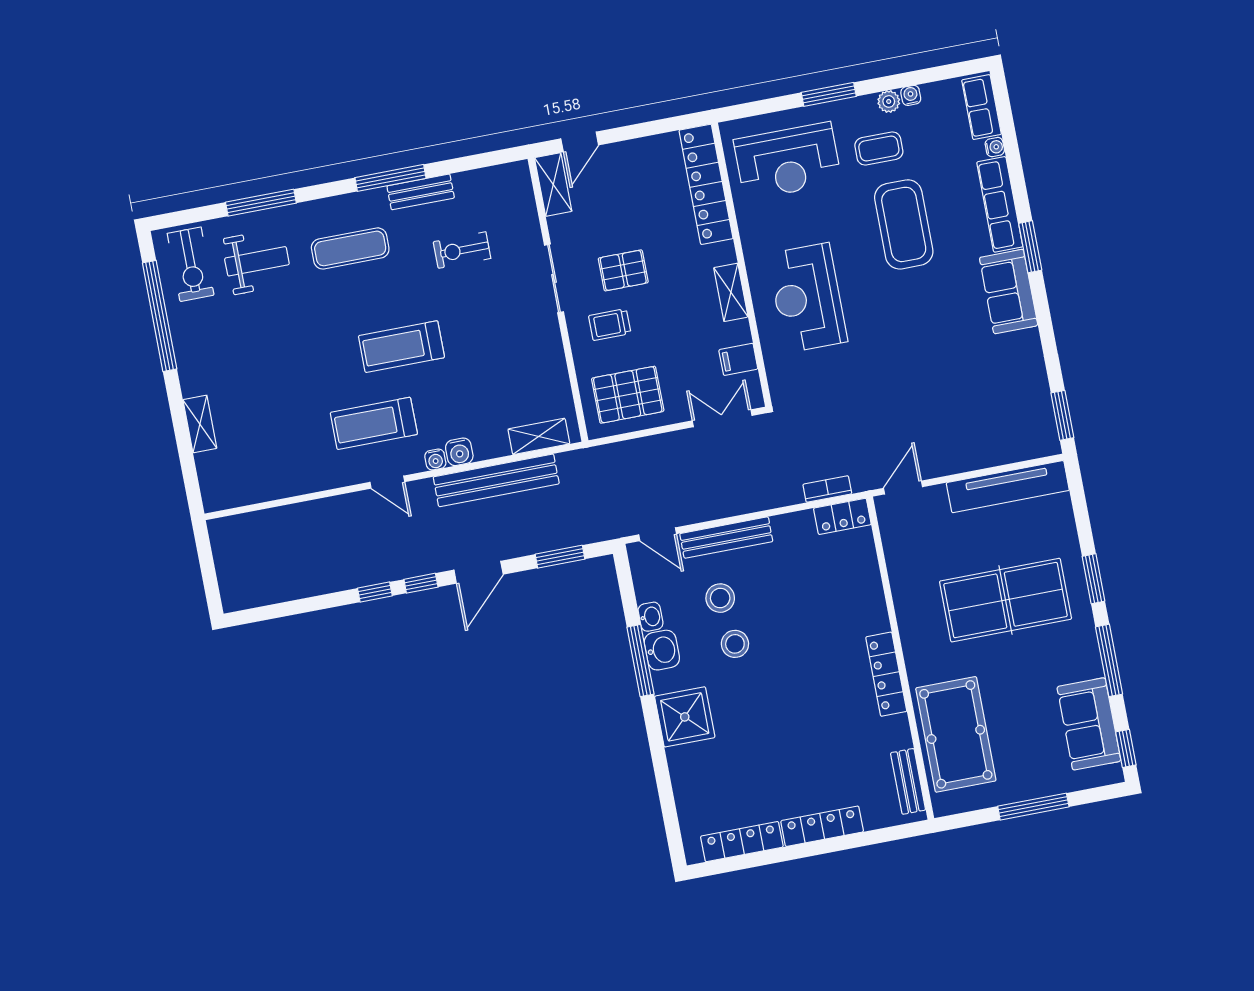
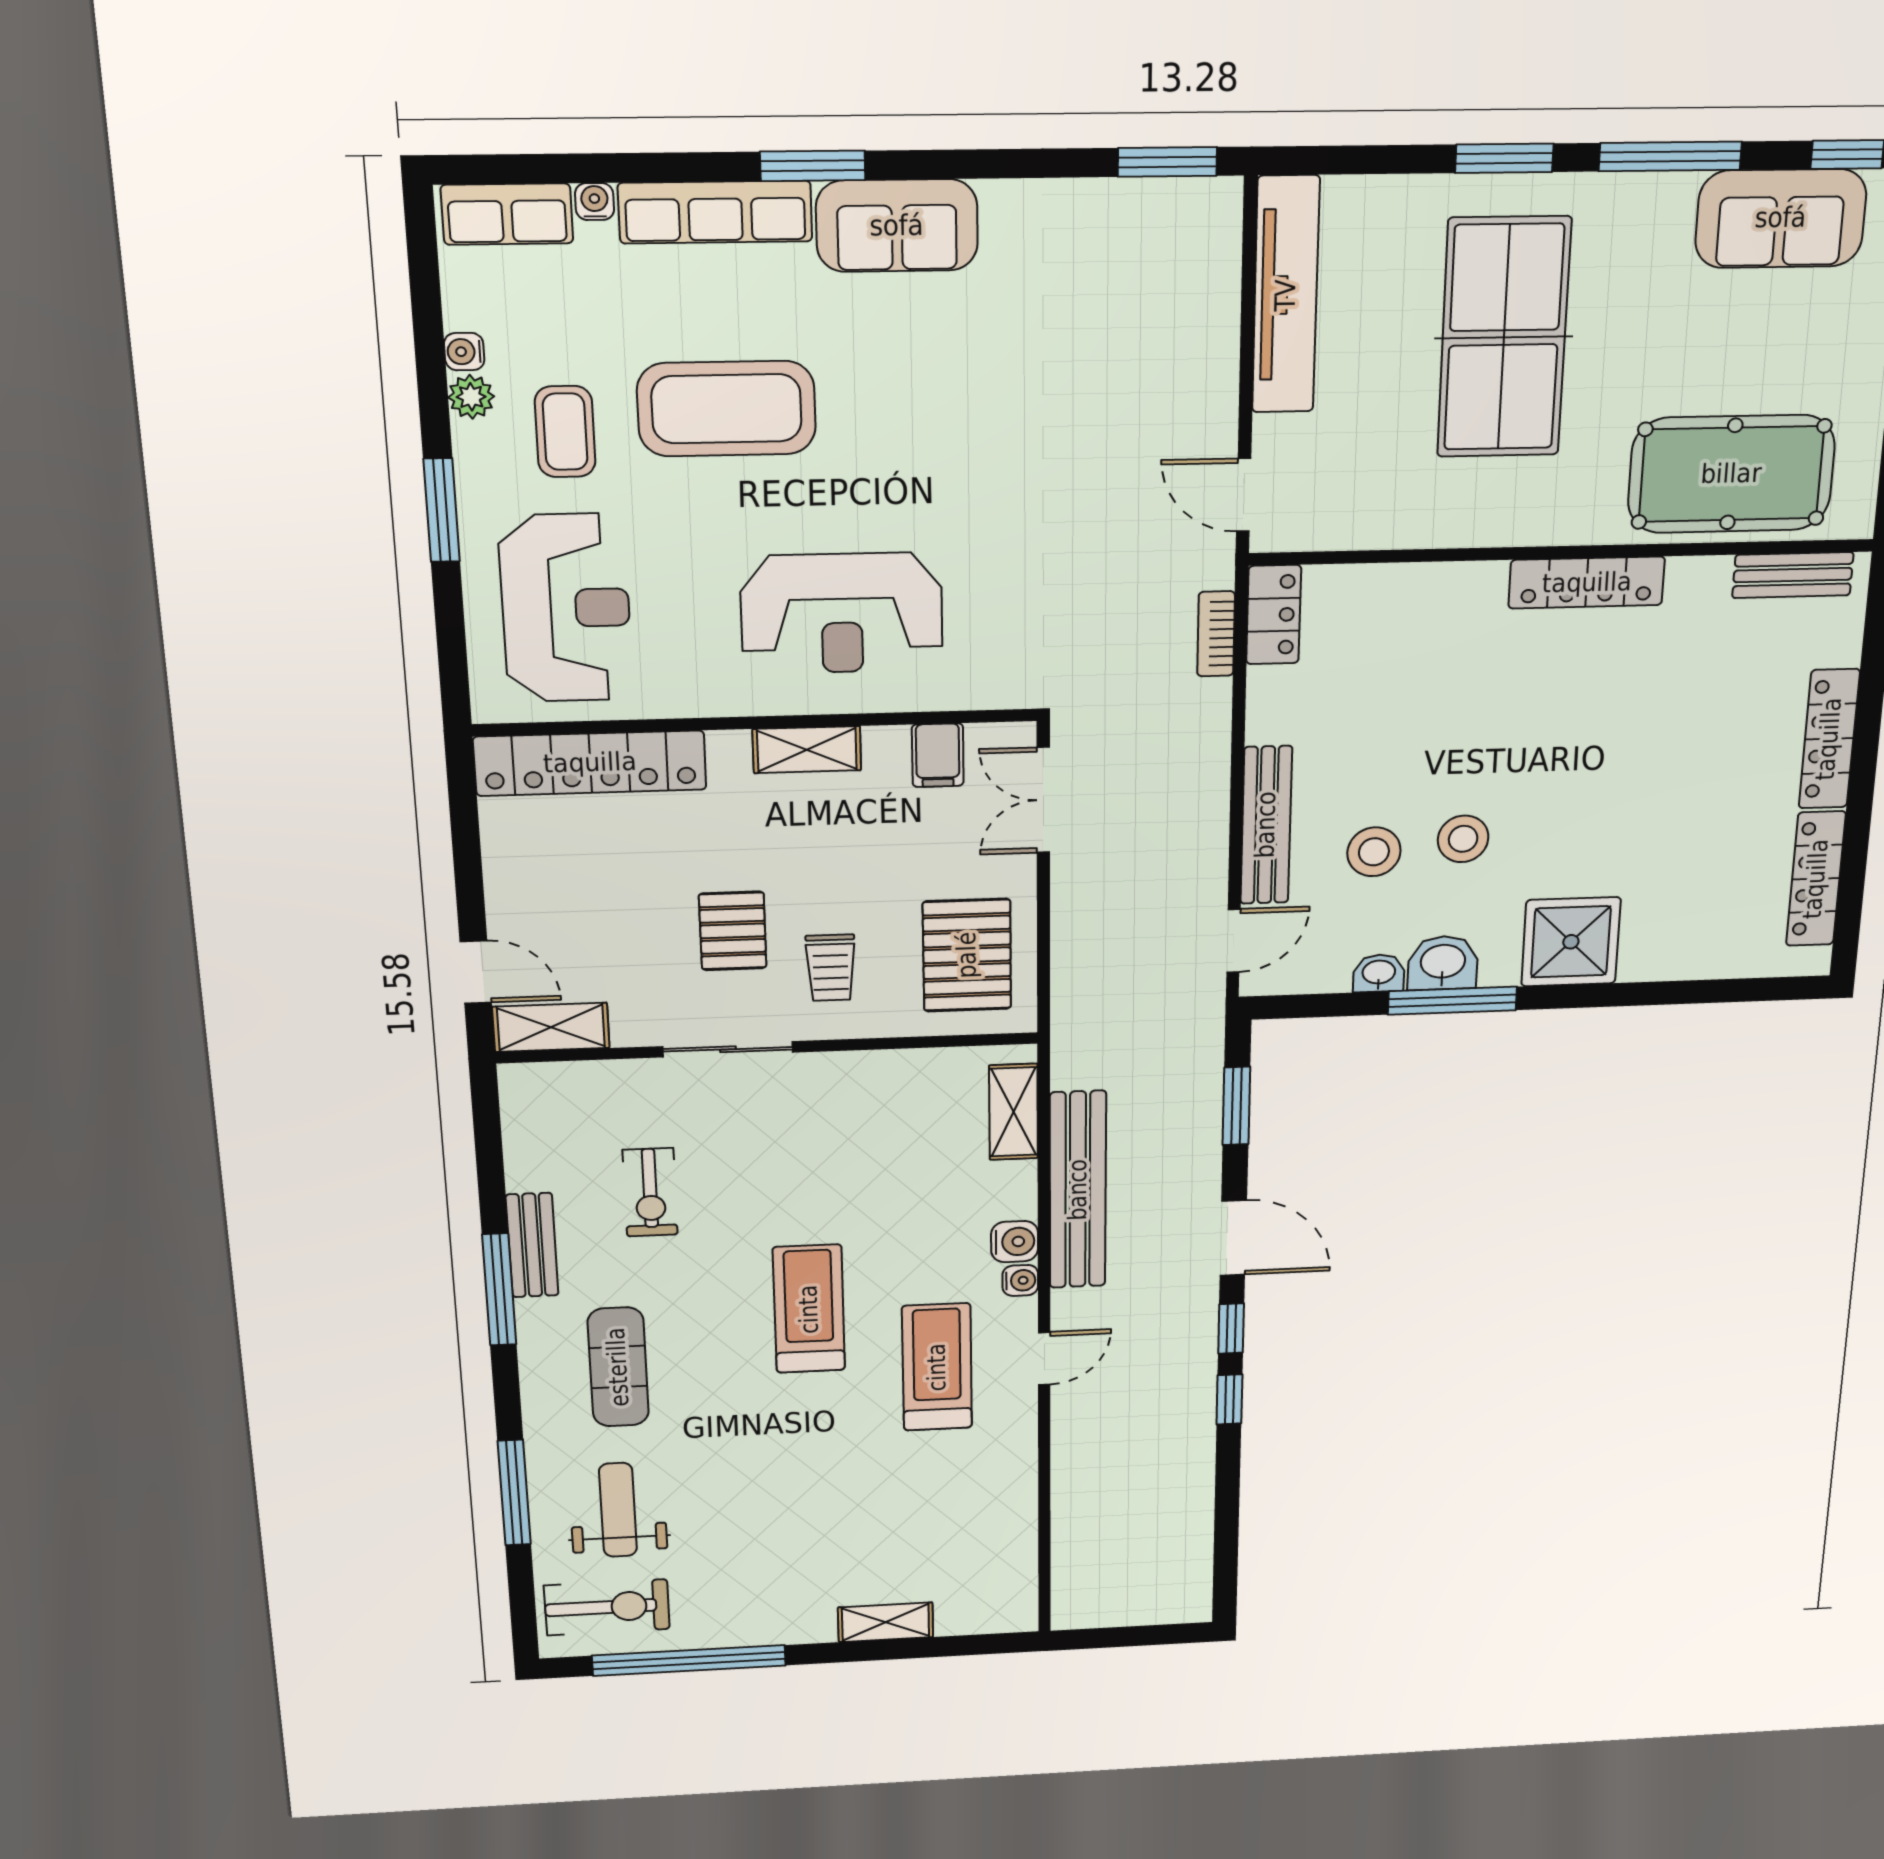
treadmill: (401, 347) -> (809, 1309), turned 180
treadmill: (374, 423) -> (937, 1367), turned 180

